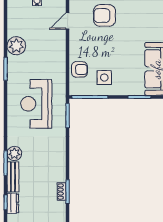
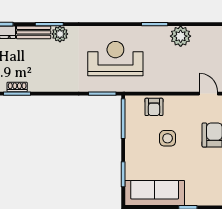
side table: (104, 78) -> (168, 138), moved

